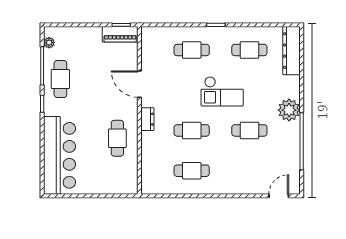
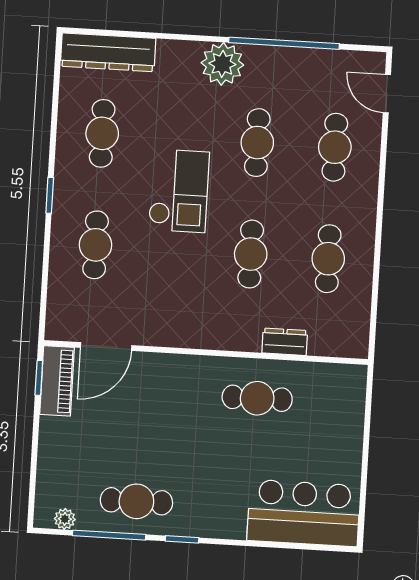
door: (139, 84) -> (106, 347), moved
dresser: (147, 119) -> (285, 342), moved
bar counter: (60, 155) -> (304, 513), width x0.73
cafe table: (249, 171) -> (335, 147), added

